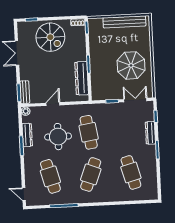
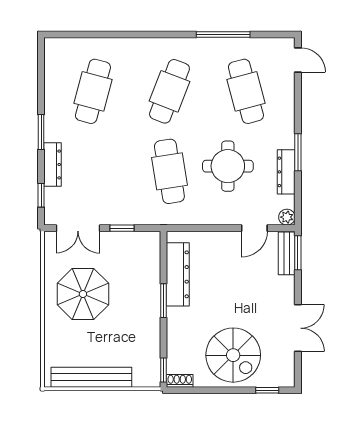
spiral stairs: (50, 37) -> (233, 355), turned 180
door: (53, 104) -> (254, 228), moved
cafe table: (131, 172) -> (93, 91), turned 30

